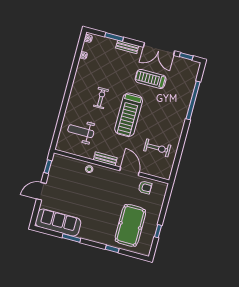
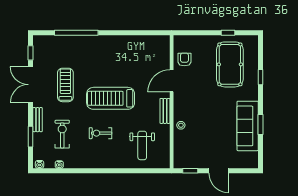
double door: (159, 49) -> (31, 85), swing flipped
treadmill: (151, 79) -> (65, 85), turned 180
treadmill: (129, 115) -> (111, 98), turned 180
exercise bike: (157, 148) -> (62, 134), moved
sofa: (58, 222) -> (248, 126), moved
pool table: (130, 225) -> (230, 64), turned 90

